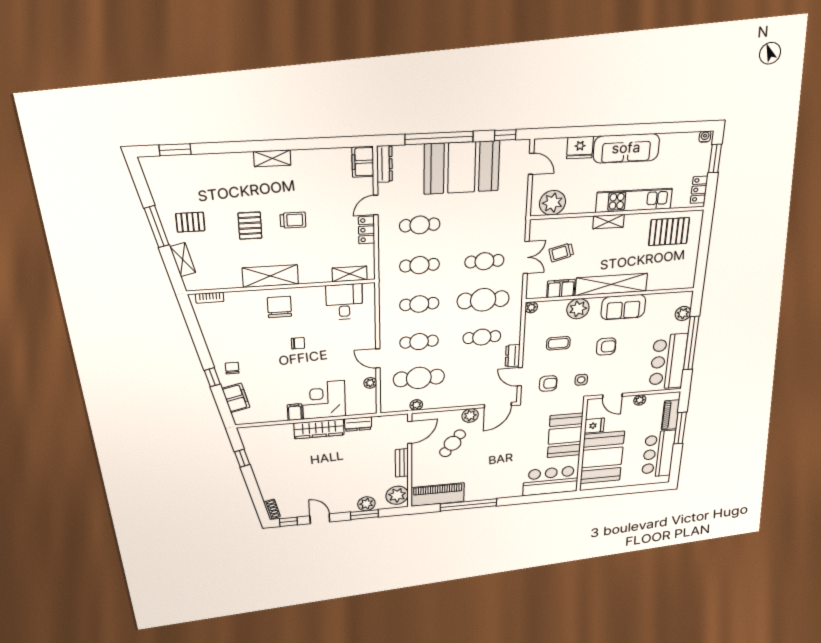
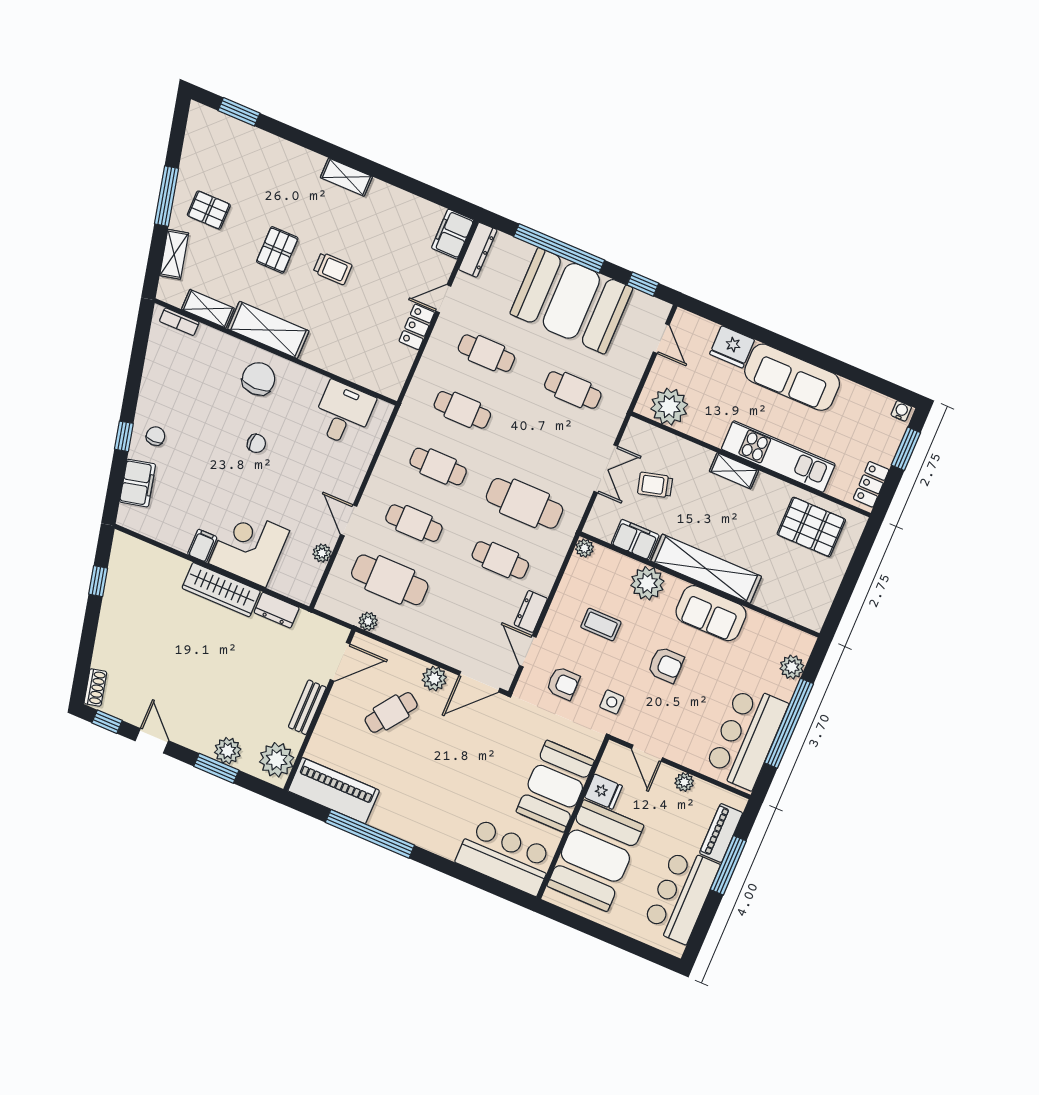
cafe table: (484, 261) -> (573, 390), moved
shelving: (350, 274) -> (208, 309), moved

